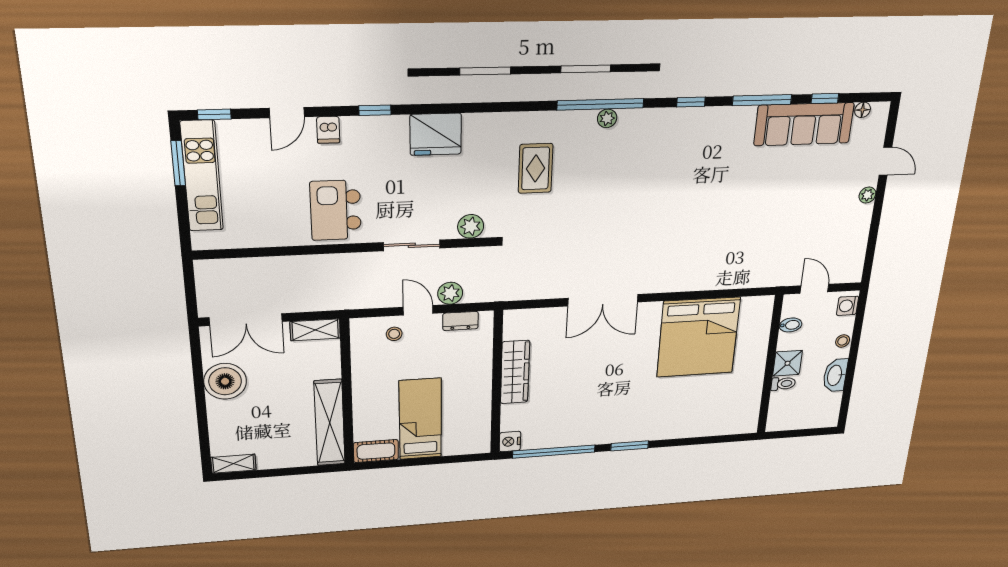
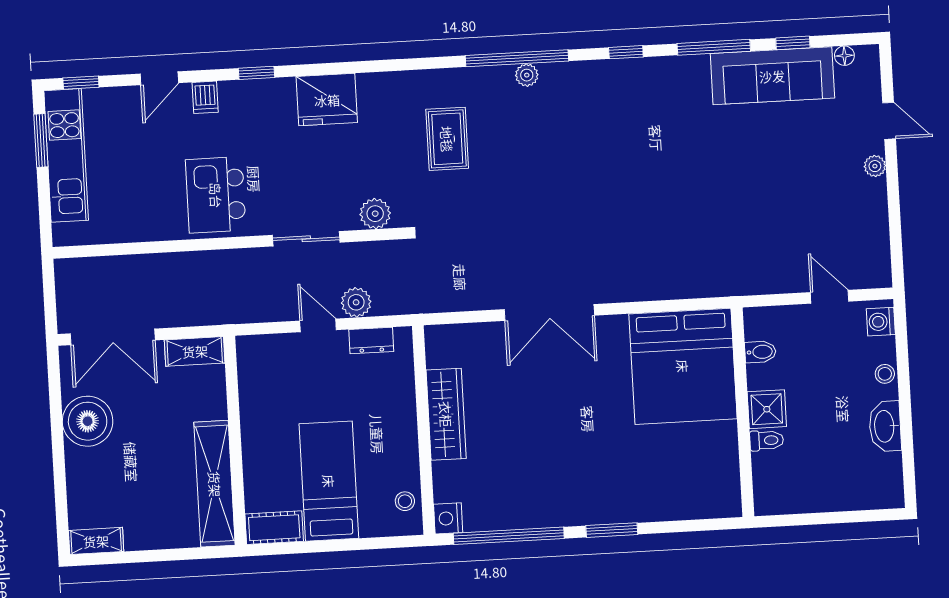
bidet: (791, 325) -> (760, 352), moved
stool: (394, 334) -> (405, 501), moved
shower: (787, 363) -> (767, 409), moved
wall: (770, 365) -> (743, 412), moved
toilet: (783, 384) -> (767, 440), moved

